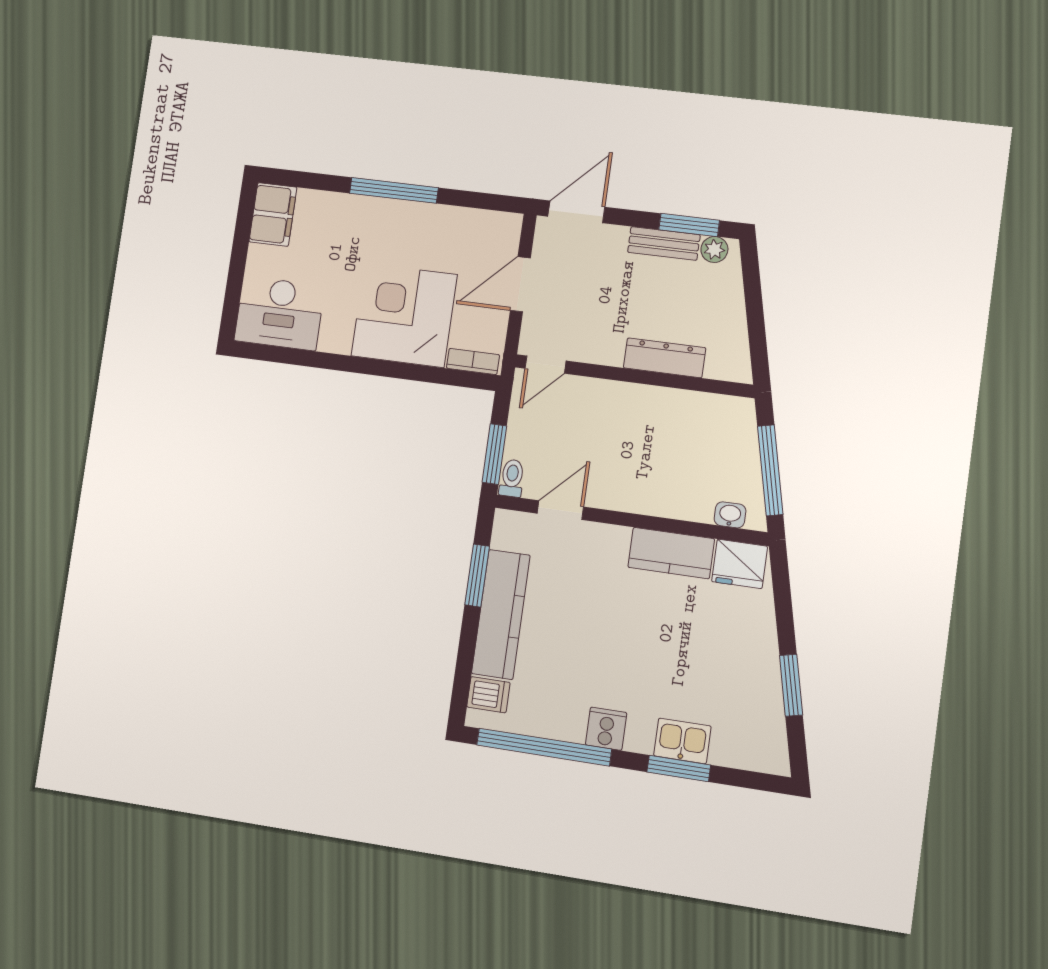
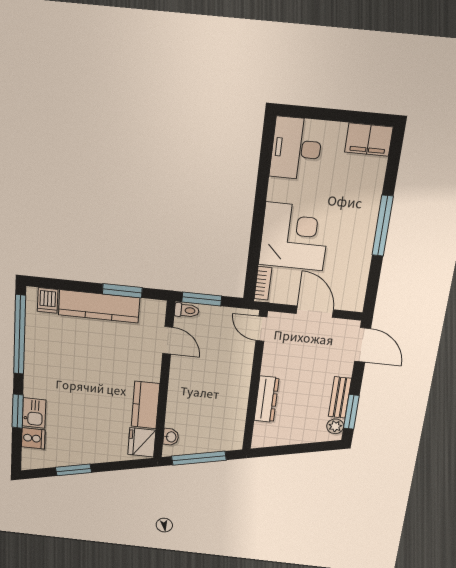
cooker: (606, 729) -> (33, 438), moved

